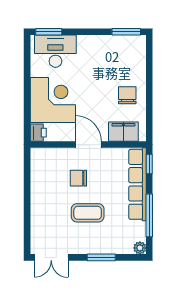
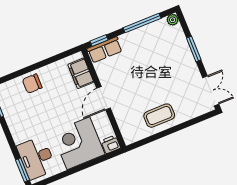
chair: (127, 95) -> (32, 84), moved
chair: (78, 178) -> (135, 95), removed
row of seats: (138, 184) -> (105, 50), width x0.50
coffee table: (88, 213) -> (159, 116), moved, turned 90

